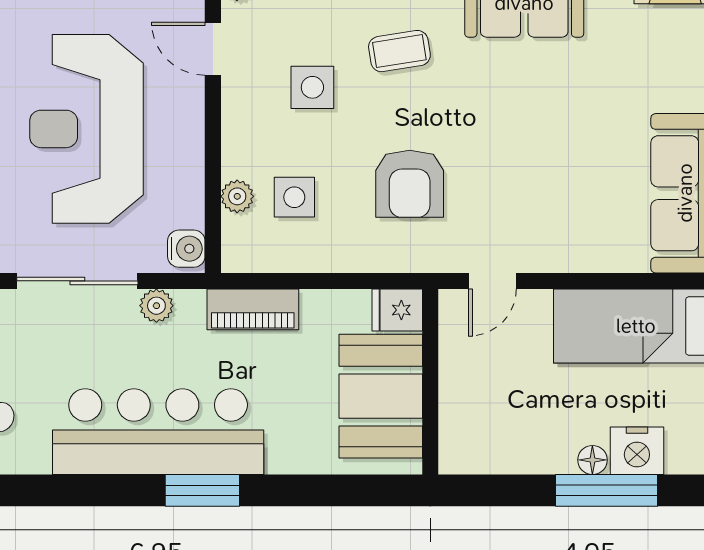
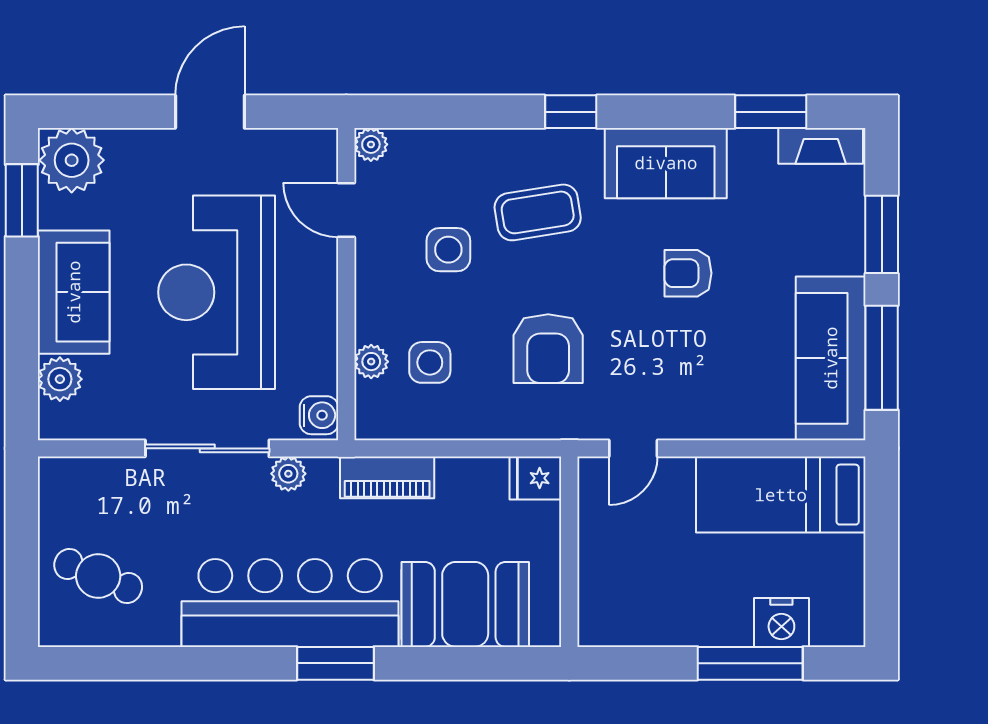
coffee table: (399, 51) -> (538, 212), width x1.36, depth x1.30
armchair: (546, 110) -> (688, 273), added
booth: (381, 396) -> (465, 604), moved, turned 90
floor lamp: (592, 460) -> (736, 632), removed

